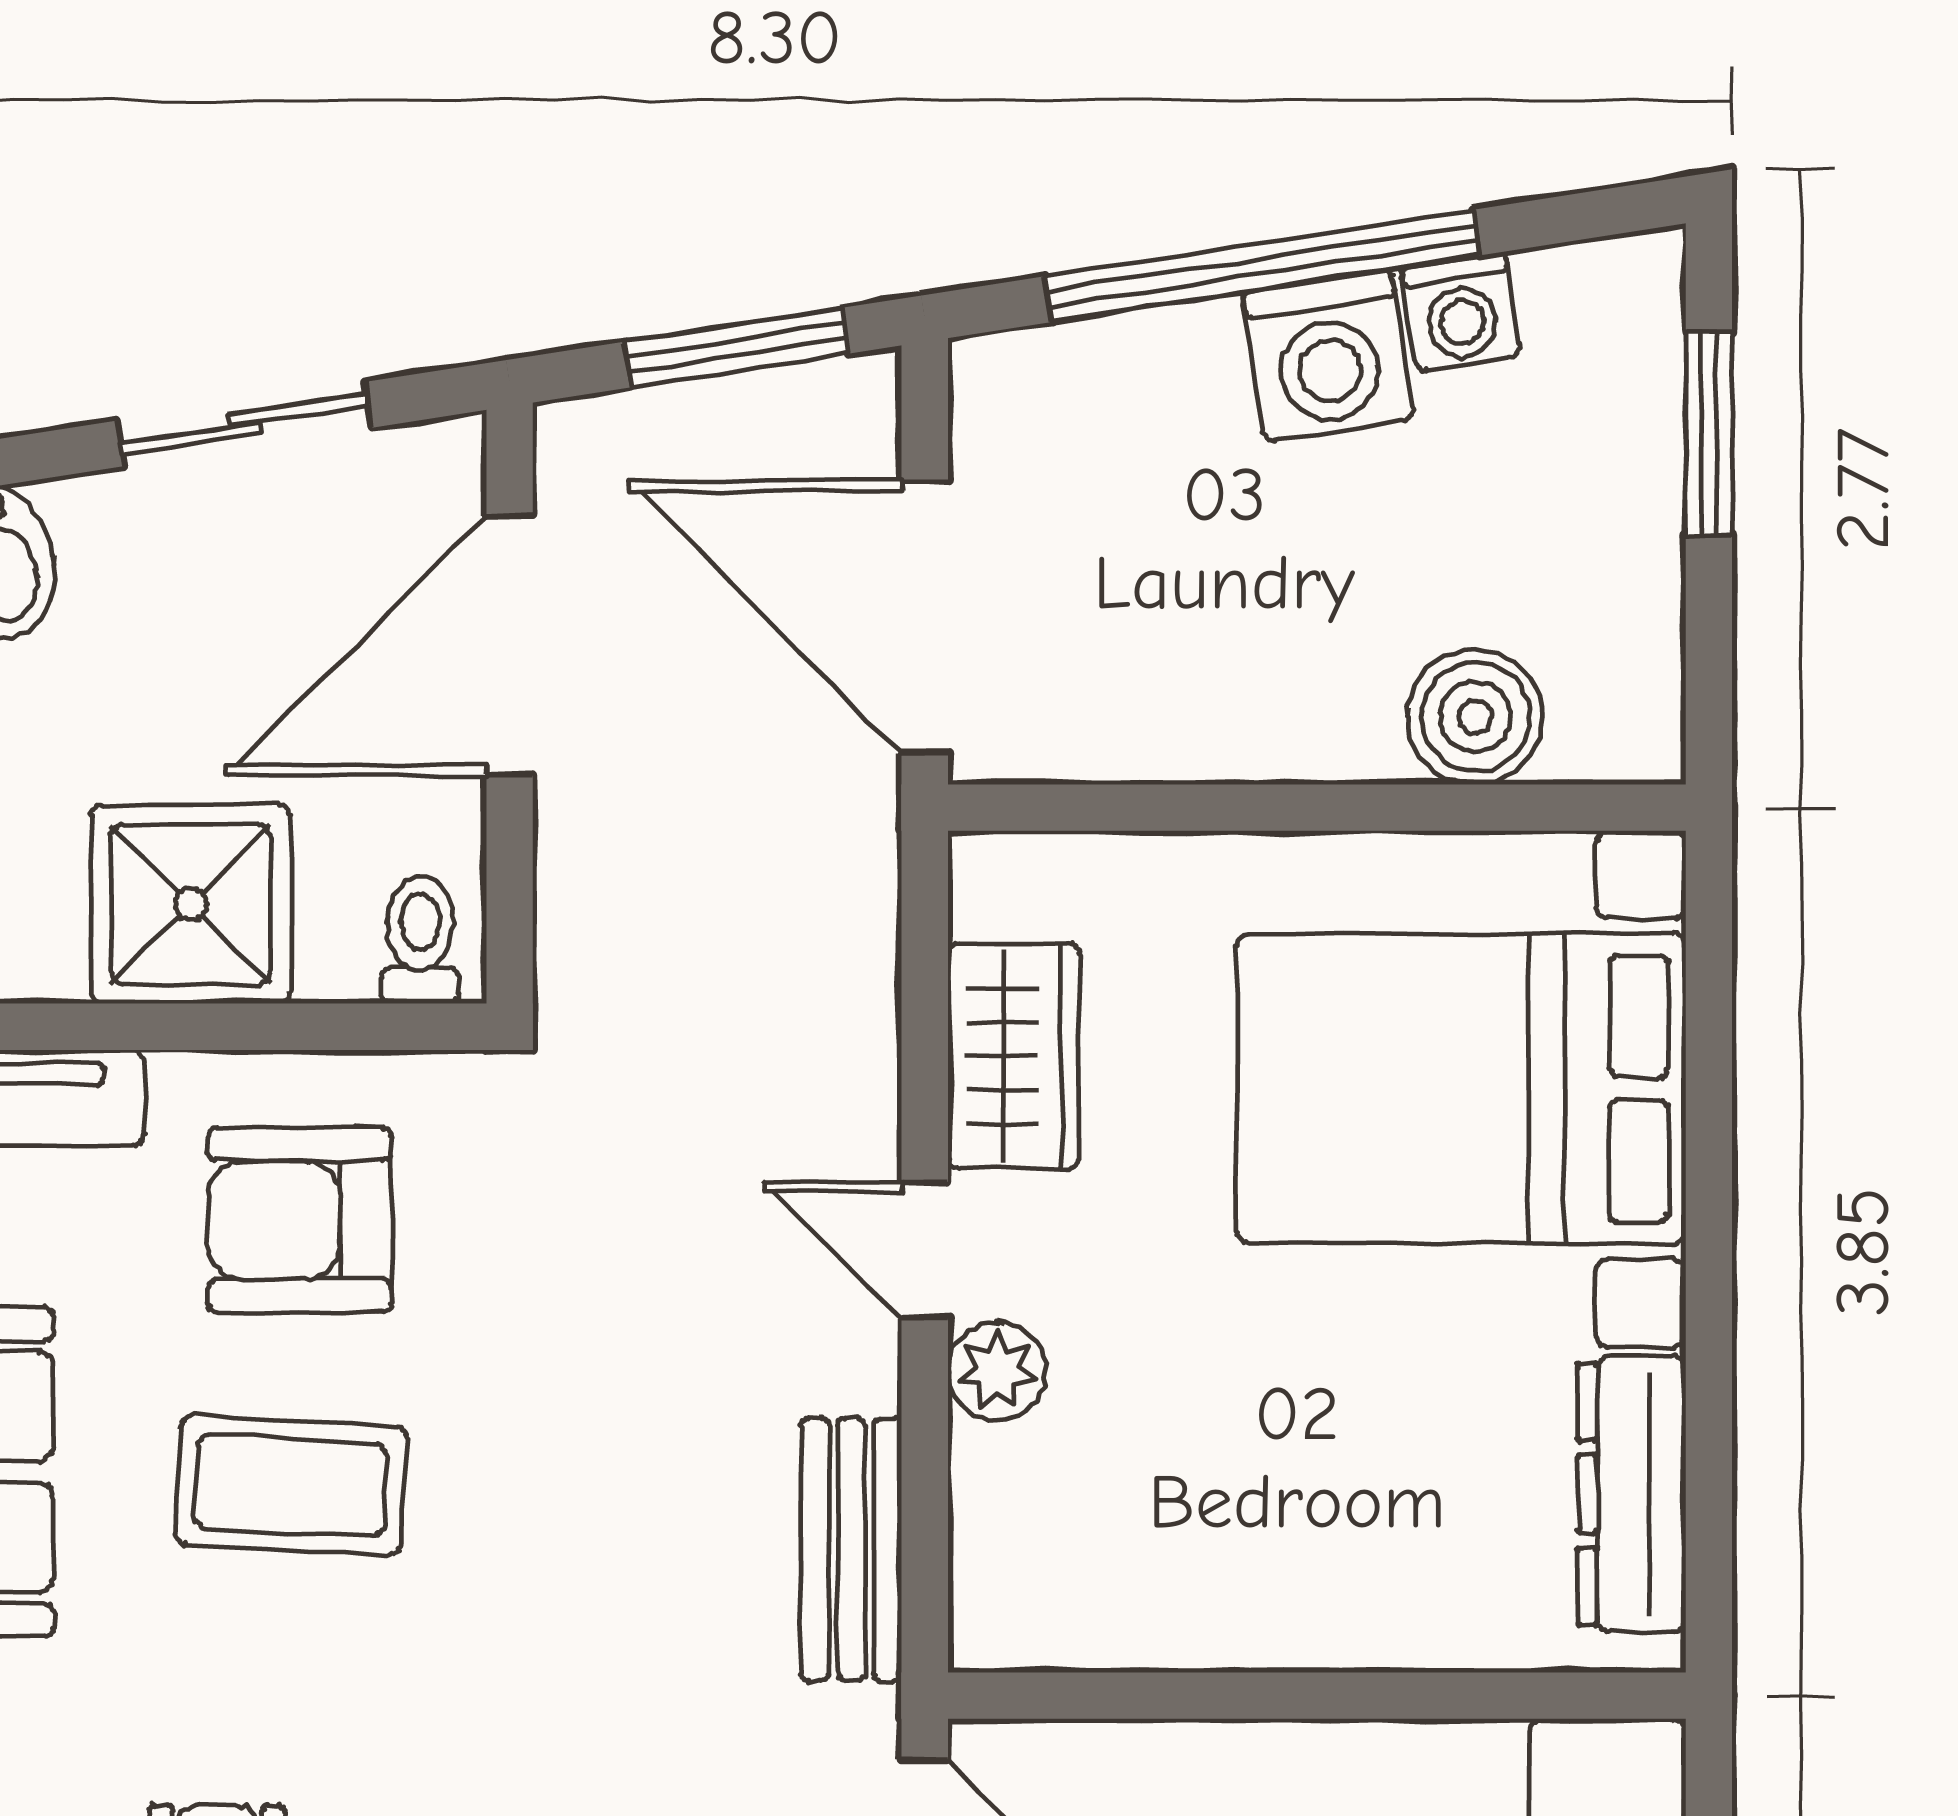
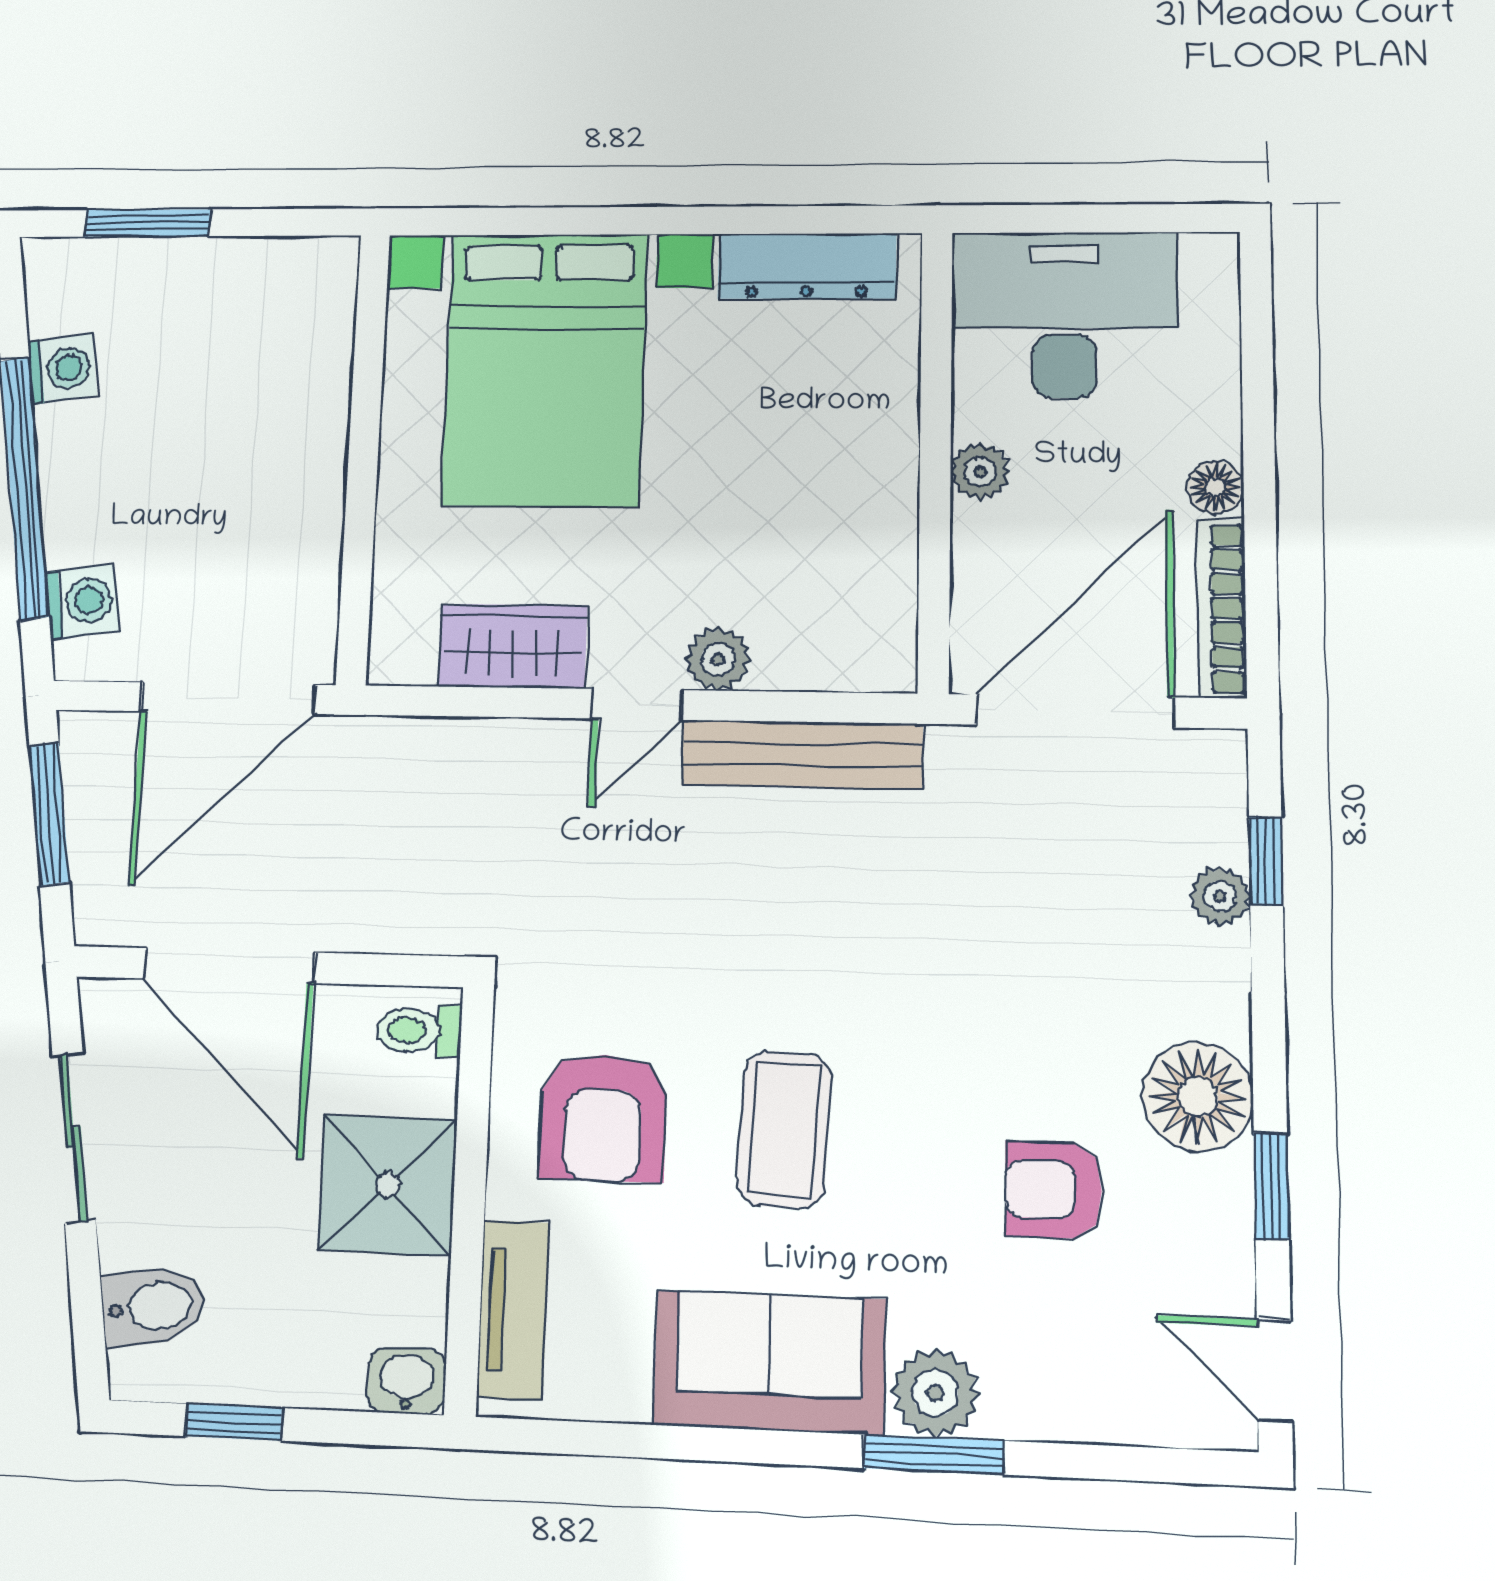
washing machine: (1328, 356) -> (82, 601), moved, width x0.73, depth x0.73
boiler: (1475, 717) -> (312, 360), removed
bench: (851, 1549) -> (802, 754), width x1.36
plant: (1297, 1764) -> (980, 472), added

